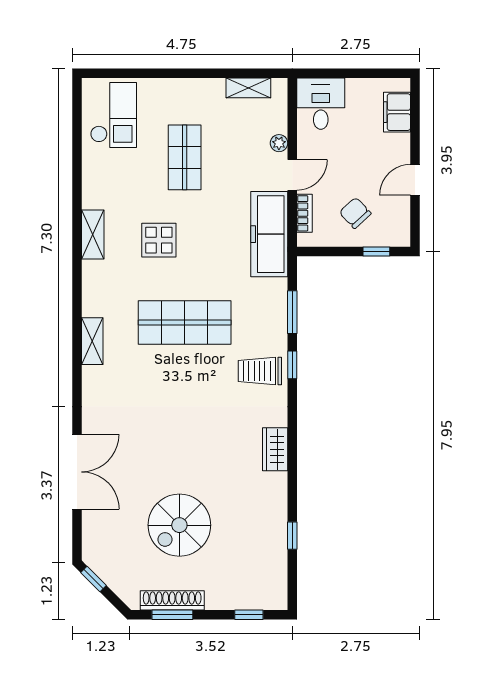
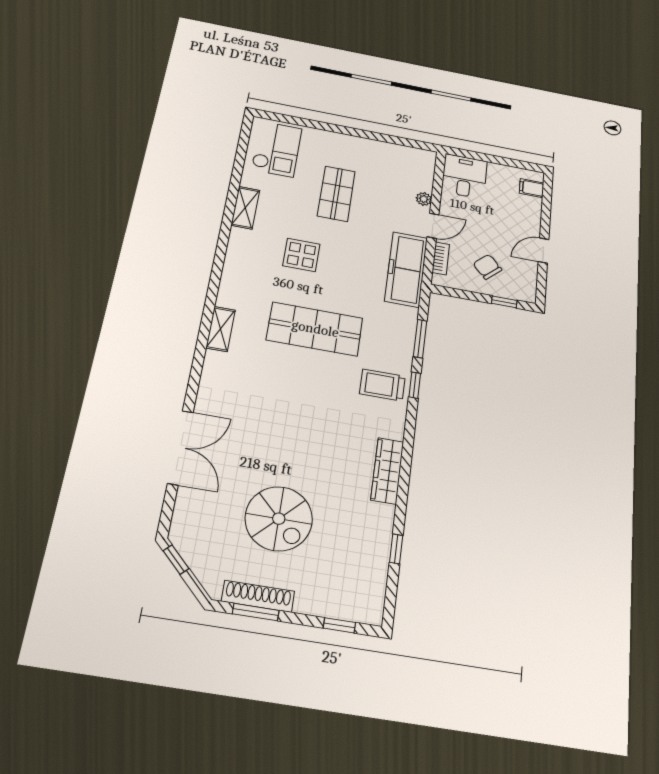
shelving: (248, 88) -> (402, 152), removed
filing cabinet: (397, 112) -> (532, 188), width x0.50
shelving: (93, 235) -> (245, 208), moved
wardrobe: (275, 449) -> (387, 471), width x1.50
spiral stairs: (179, 525) -> (279, 519), turned -90

